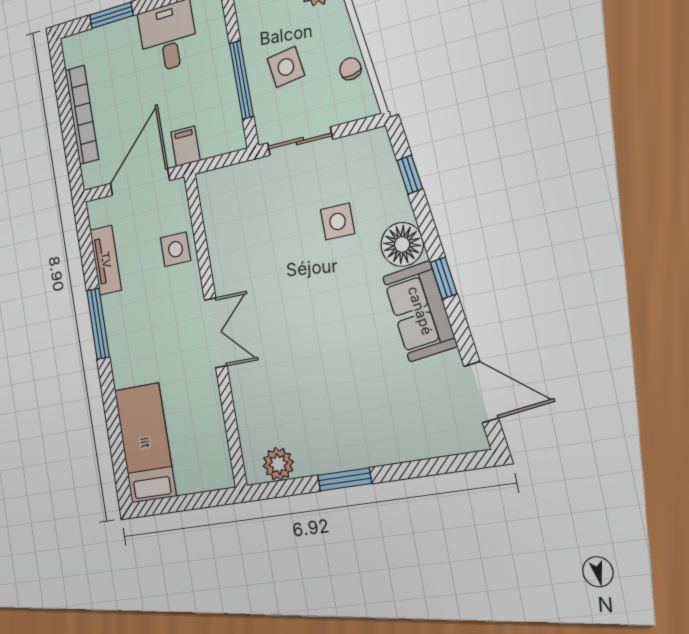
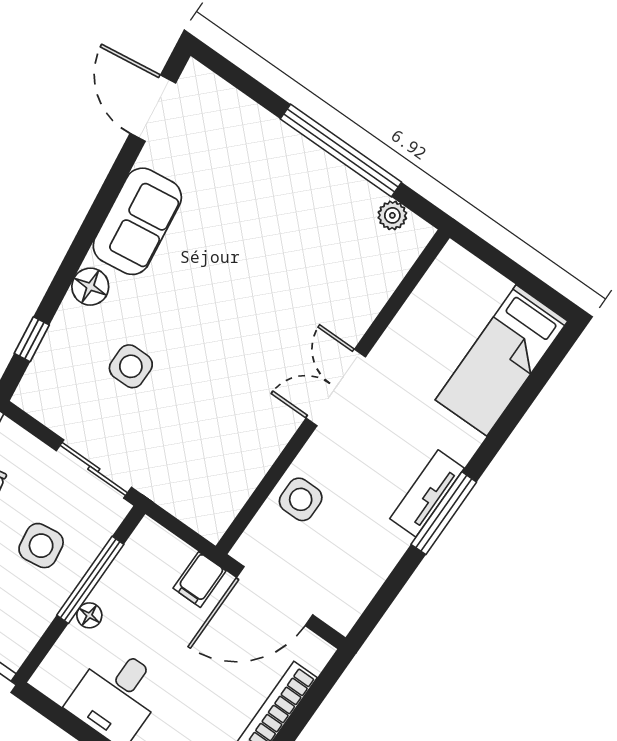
floor lamp: (223, 61) -> (89, 615), added
floor lamp: (402, 244) -> (90, 287), width x0.73, depth x0.73
tv unit: (106, 260) -> (427, 493), moved
window: (444, 278) -> (90, 227), removed
plant: (278, 464) -> (392, 215), width x0.73, depth x0.73
window: (345, 479) -> (341, 151), width x2.11

